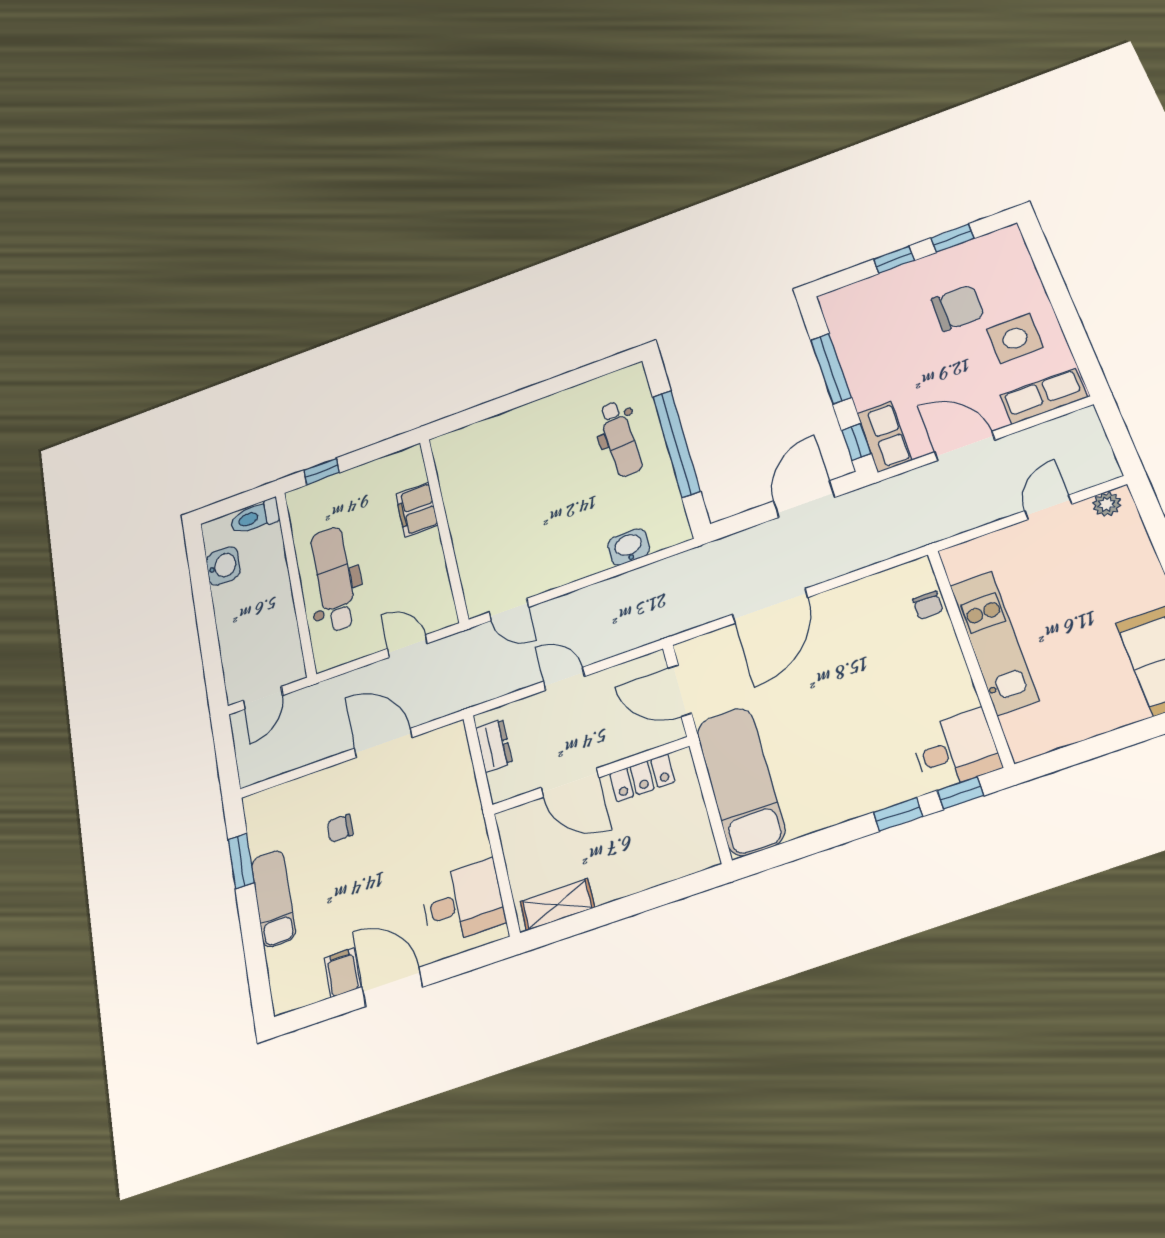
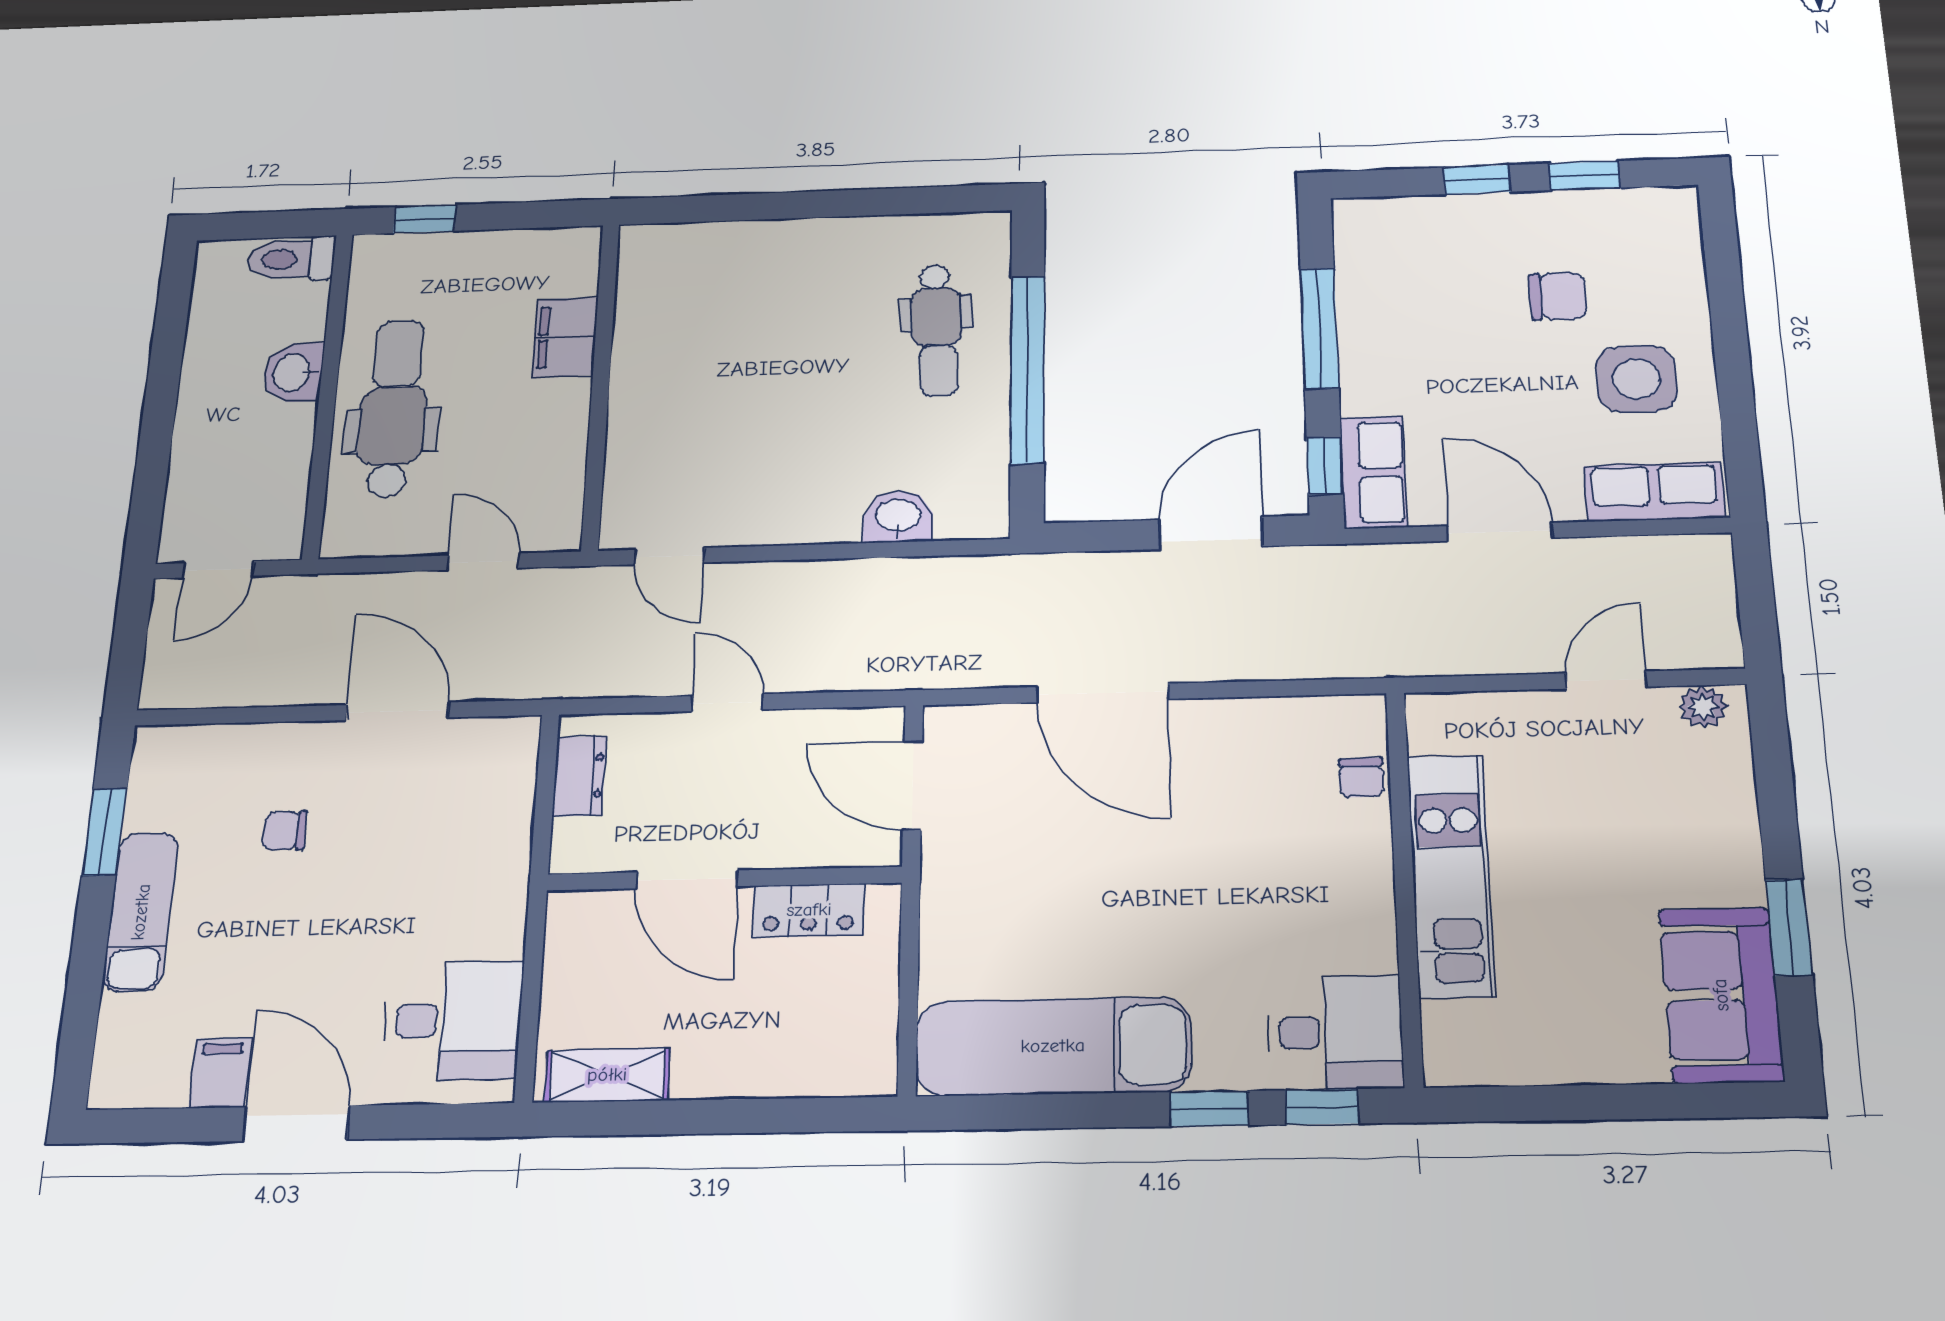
chair: (958, 308) -> (1558, 296), width x0.73, depth x0.73
washbasin: (223, 566) -> (293, 373), moved, turned 180
door: (770, 606) -> (1102, 693), hinge flipped
exam couch: (741, 781) -> (1053, 1046), moved, turned -90

